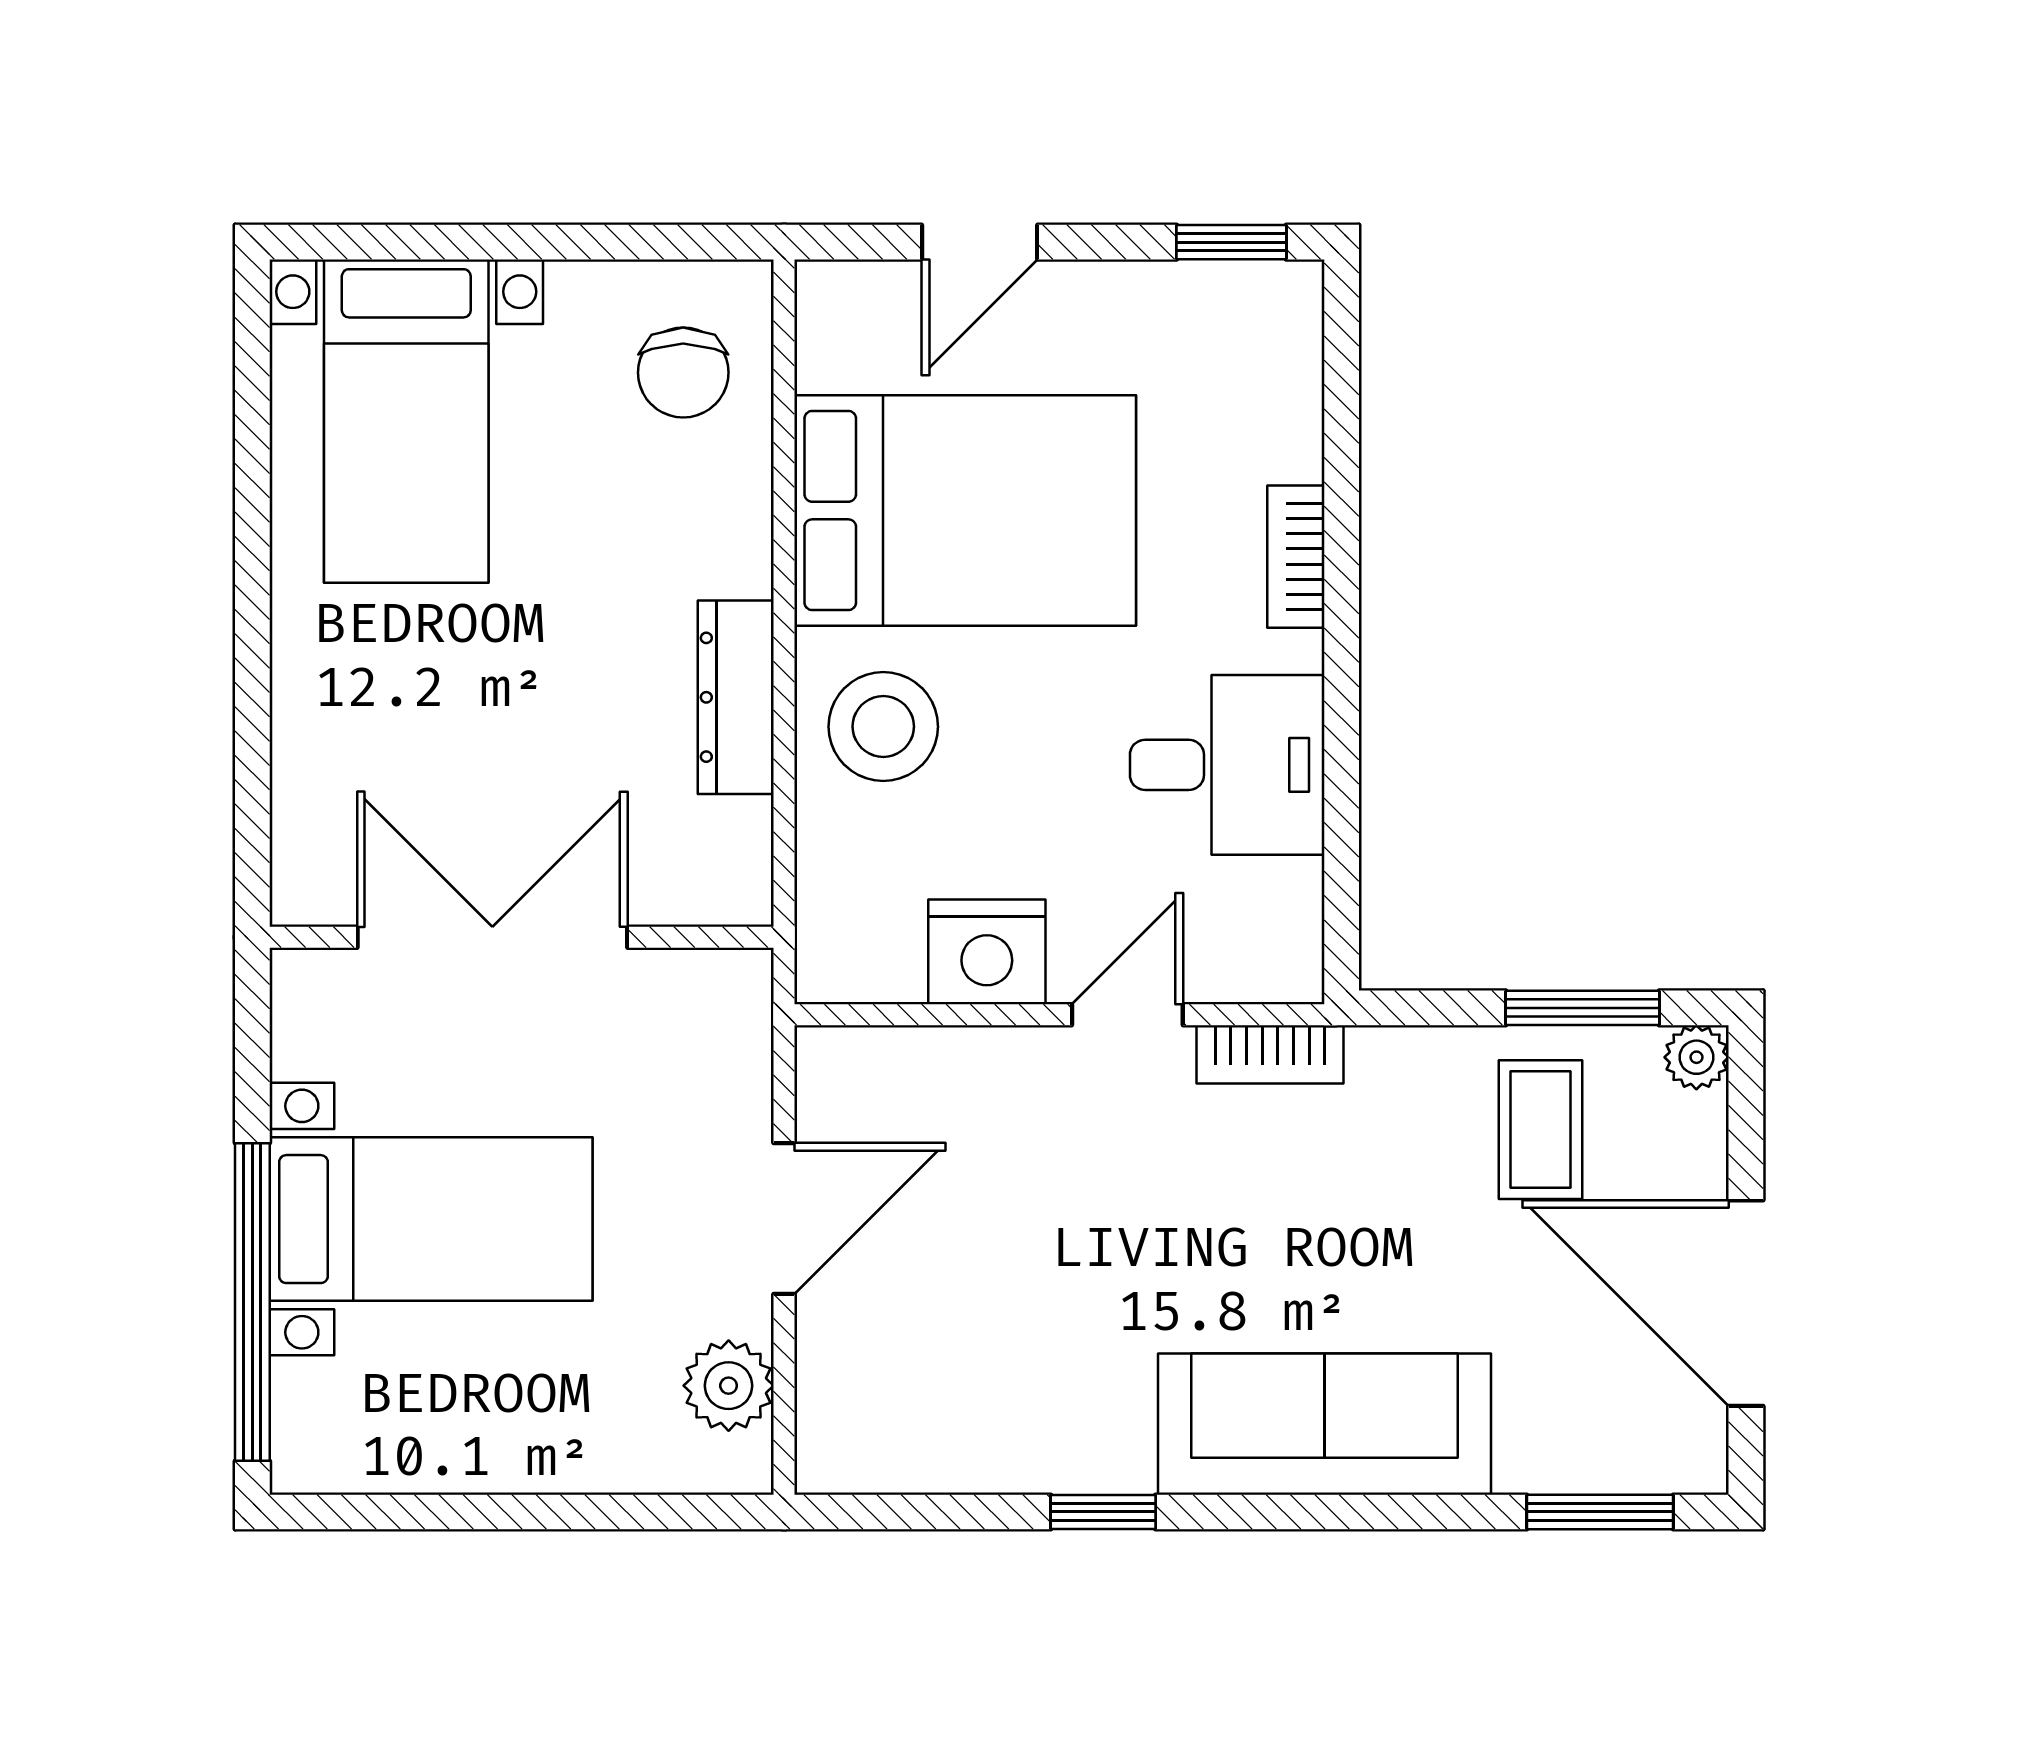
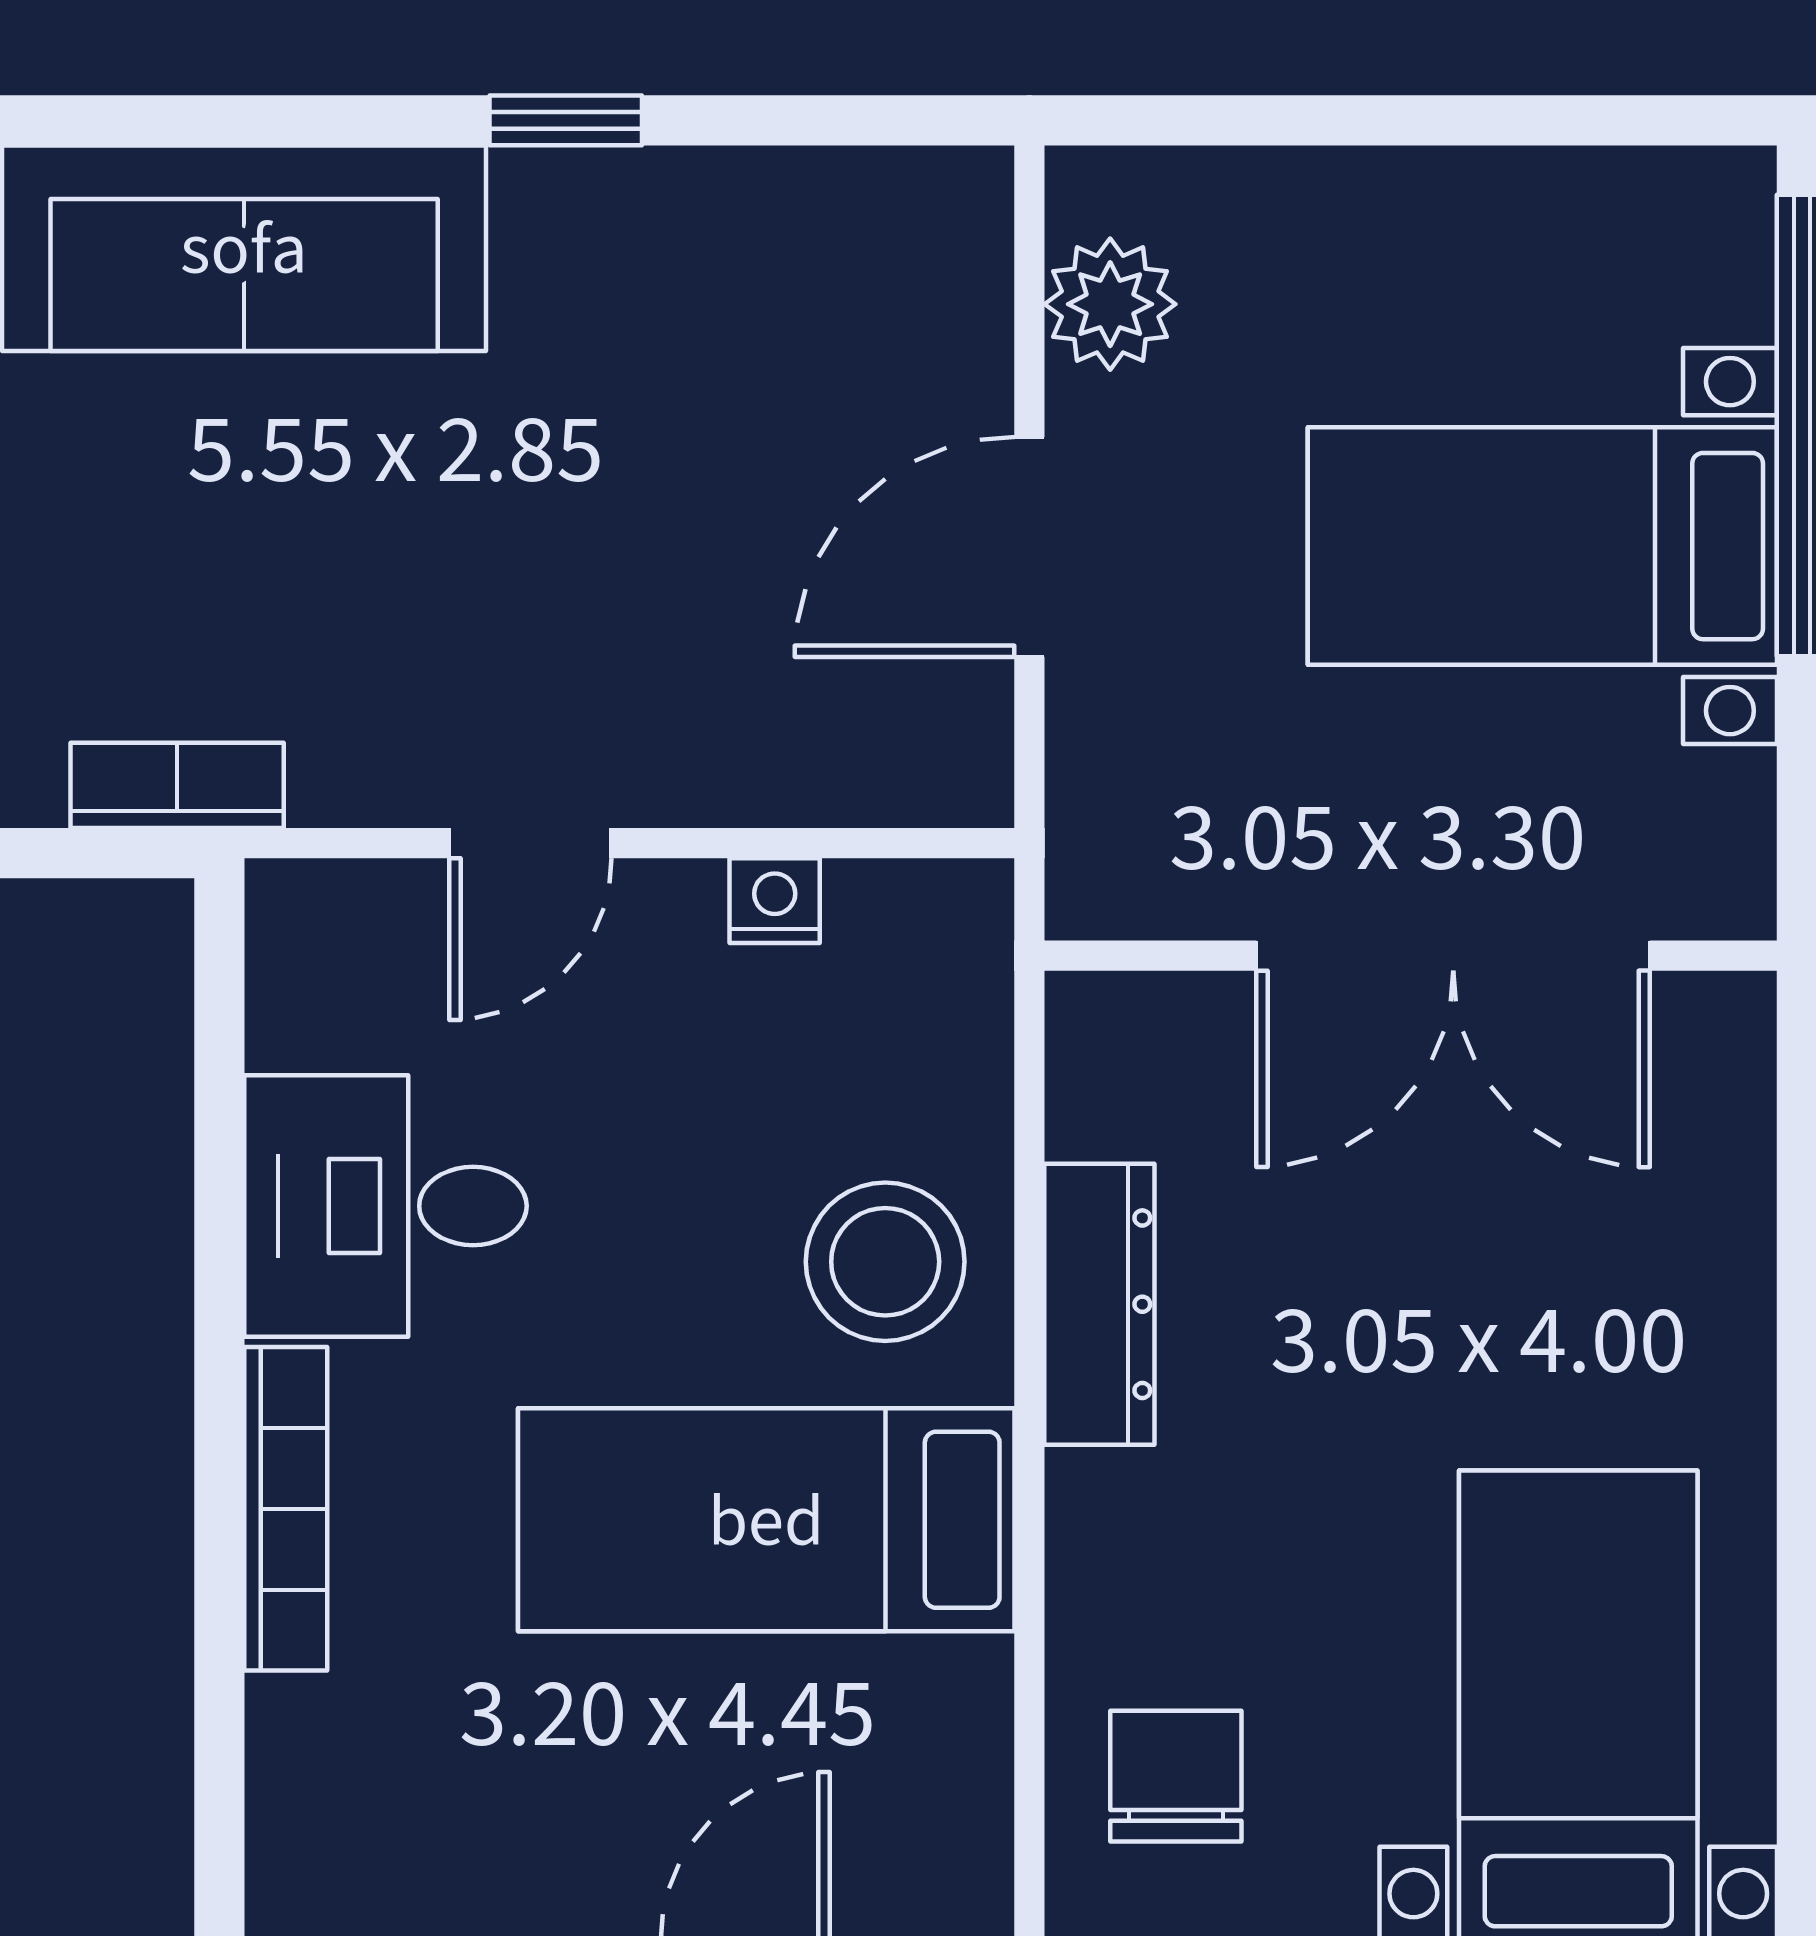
bed: (965, 511) -> (766, 1520), width x0.67
bookcase: (1296, 557) -> (286, 1509), width x1.56
nightstand: (987, 952) -> (775, 901), width x0.53, depth x0.56
bookcase: (1270, 1054) -> (177, 785), moved

